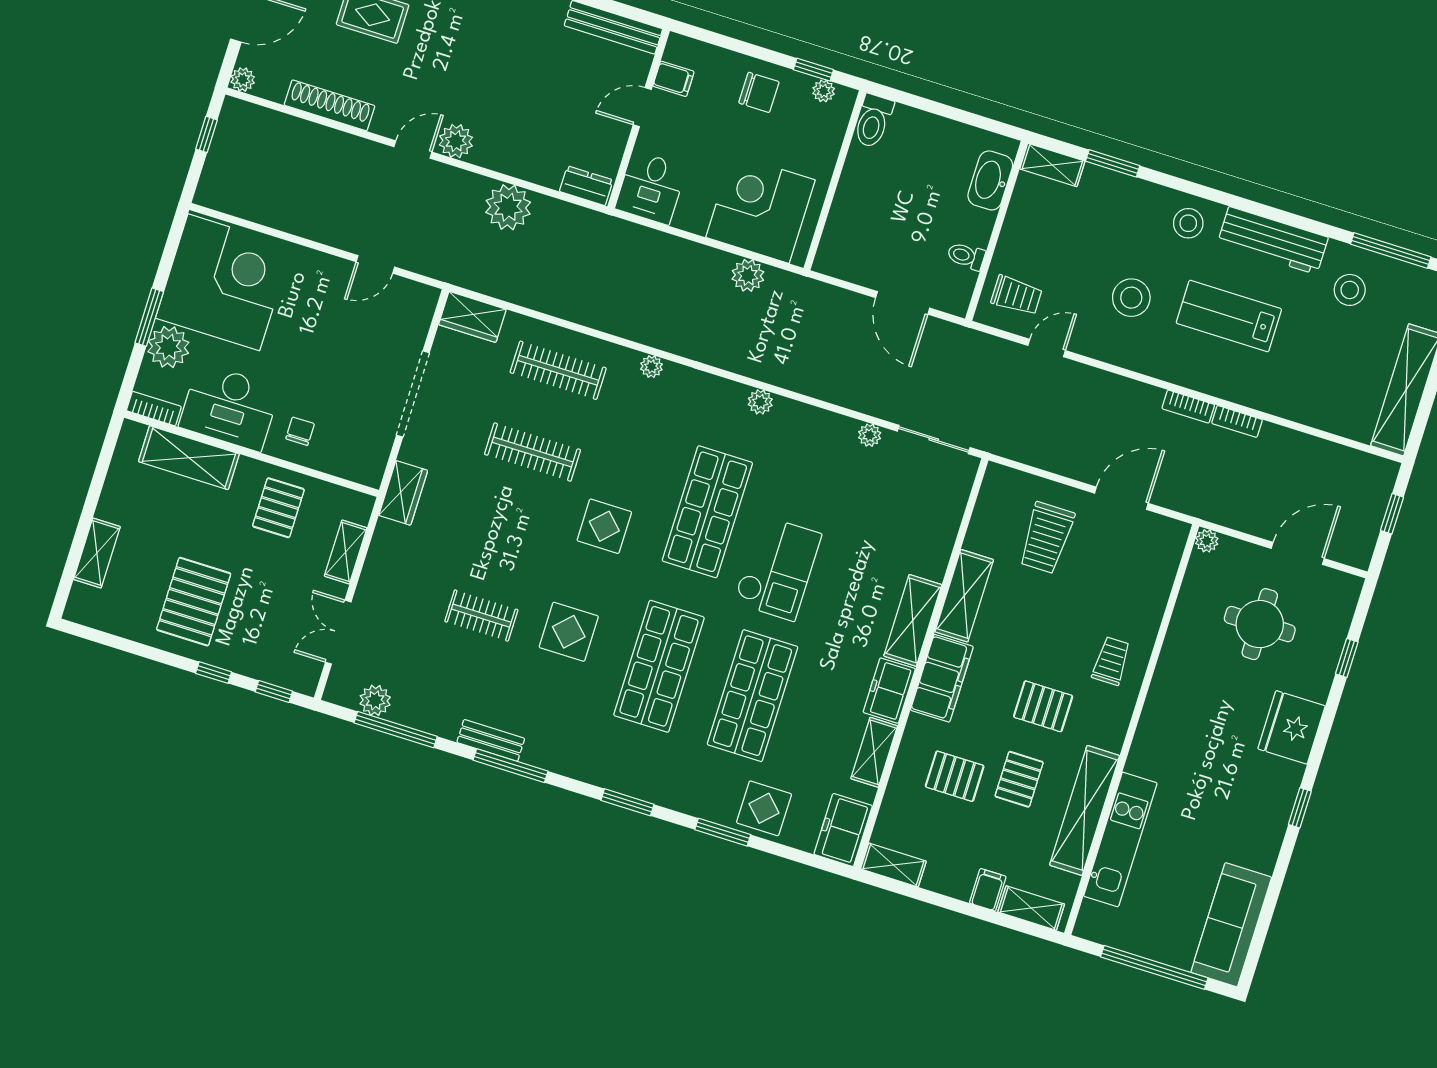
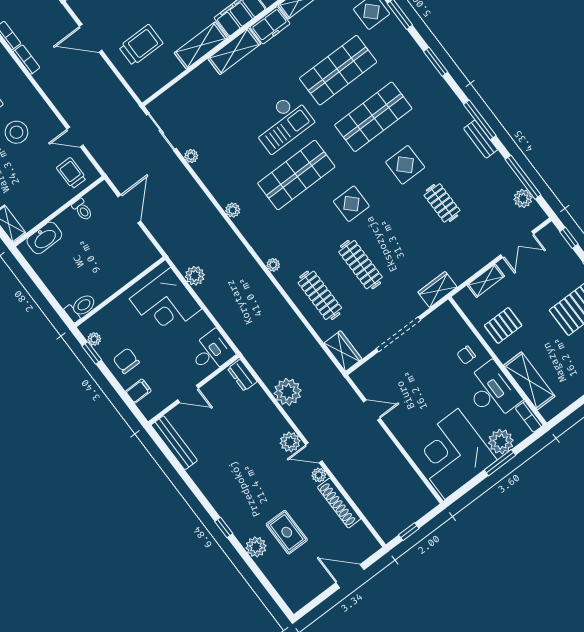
filing cabinet: (673, 79) -> (138, 391), moved, turned 90
plant: (243, 80) -> (319, 475), moved
checkout: (778, 568) -> (282, 123), turned 180

